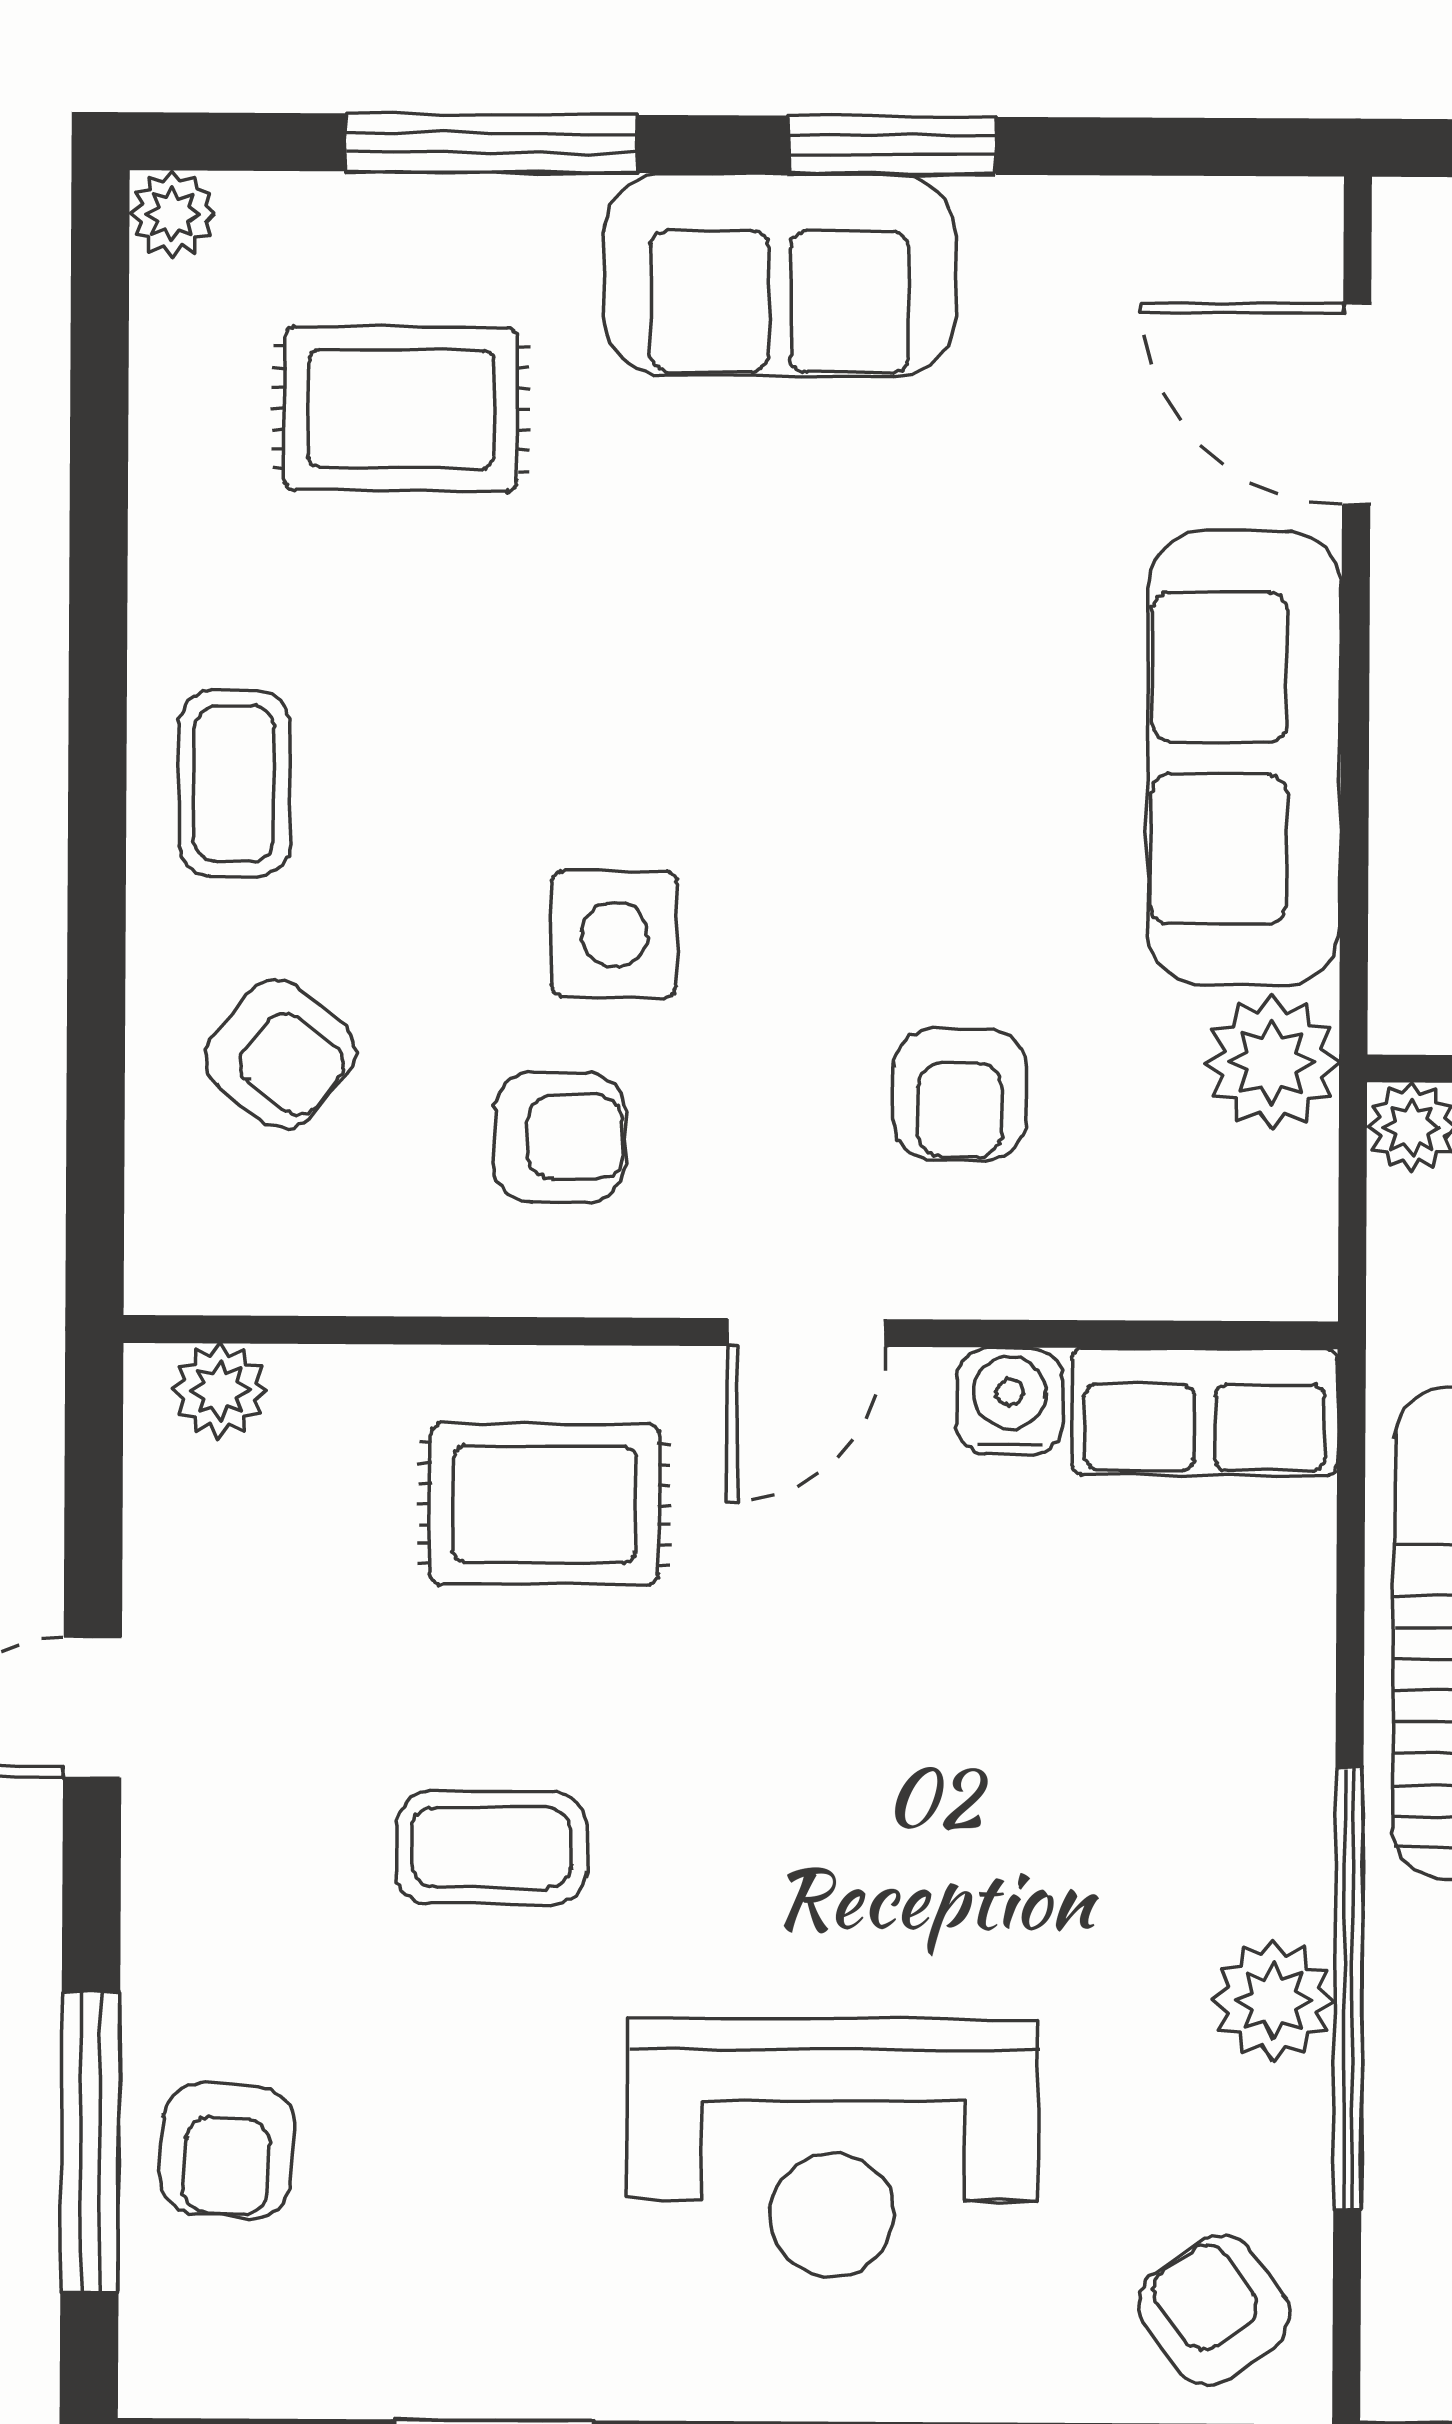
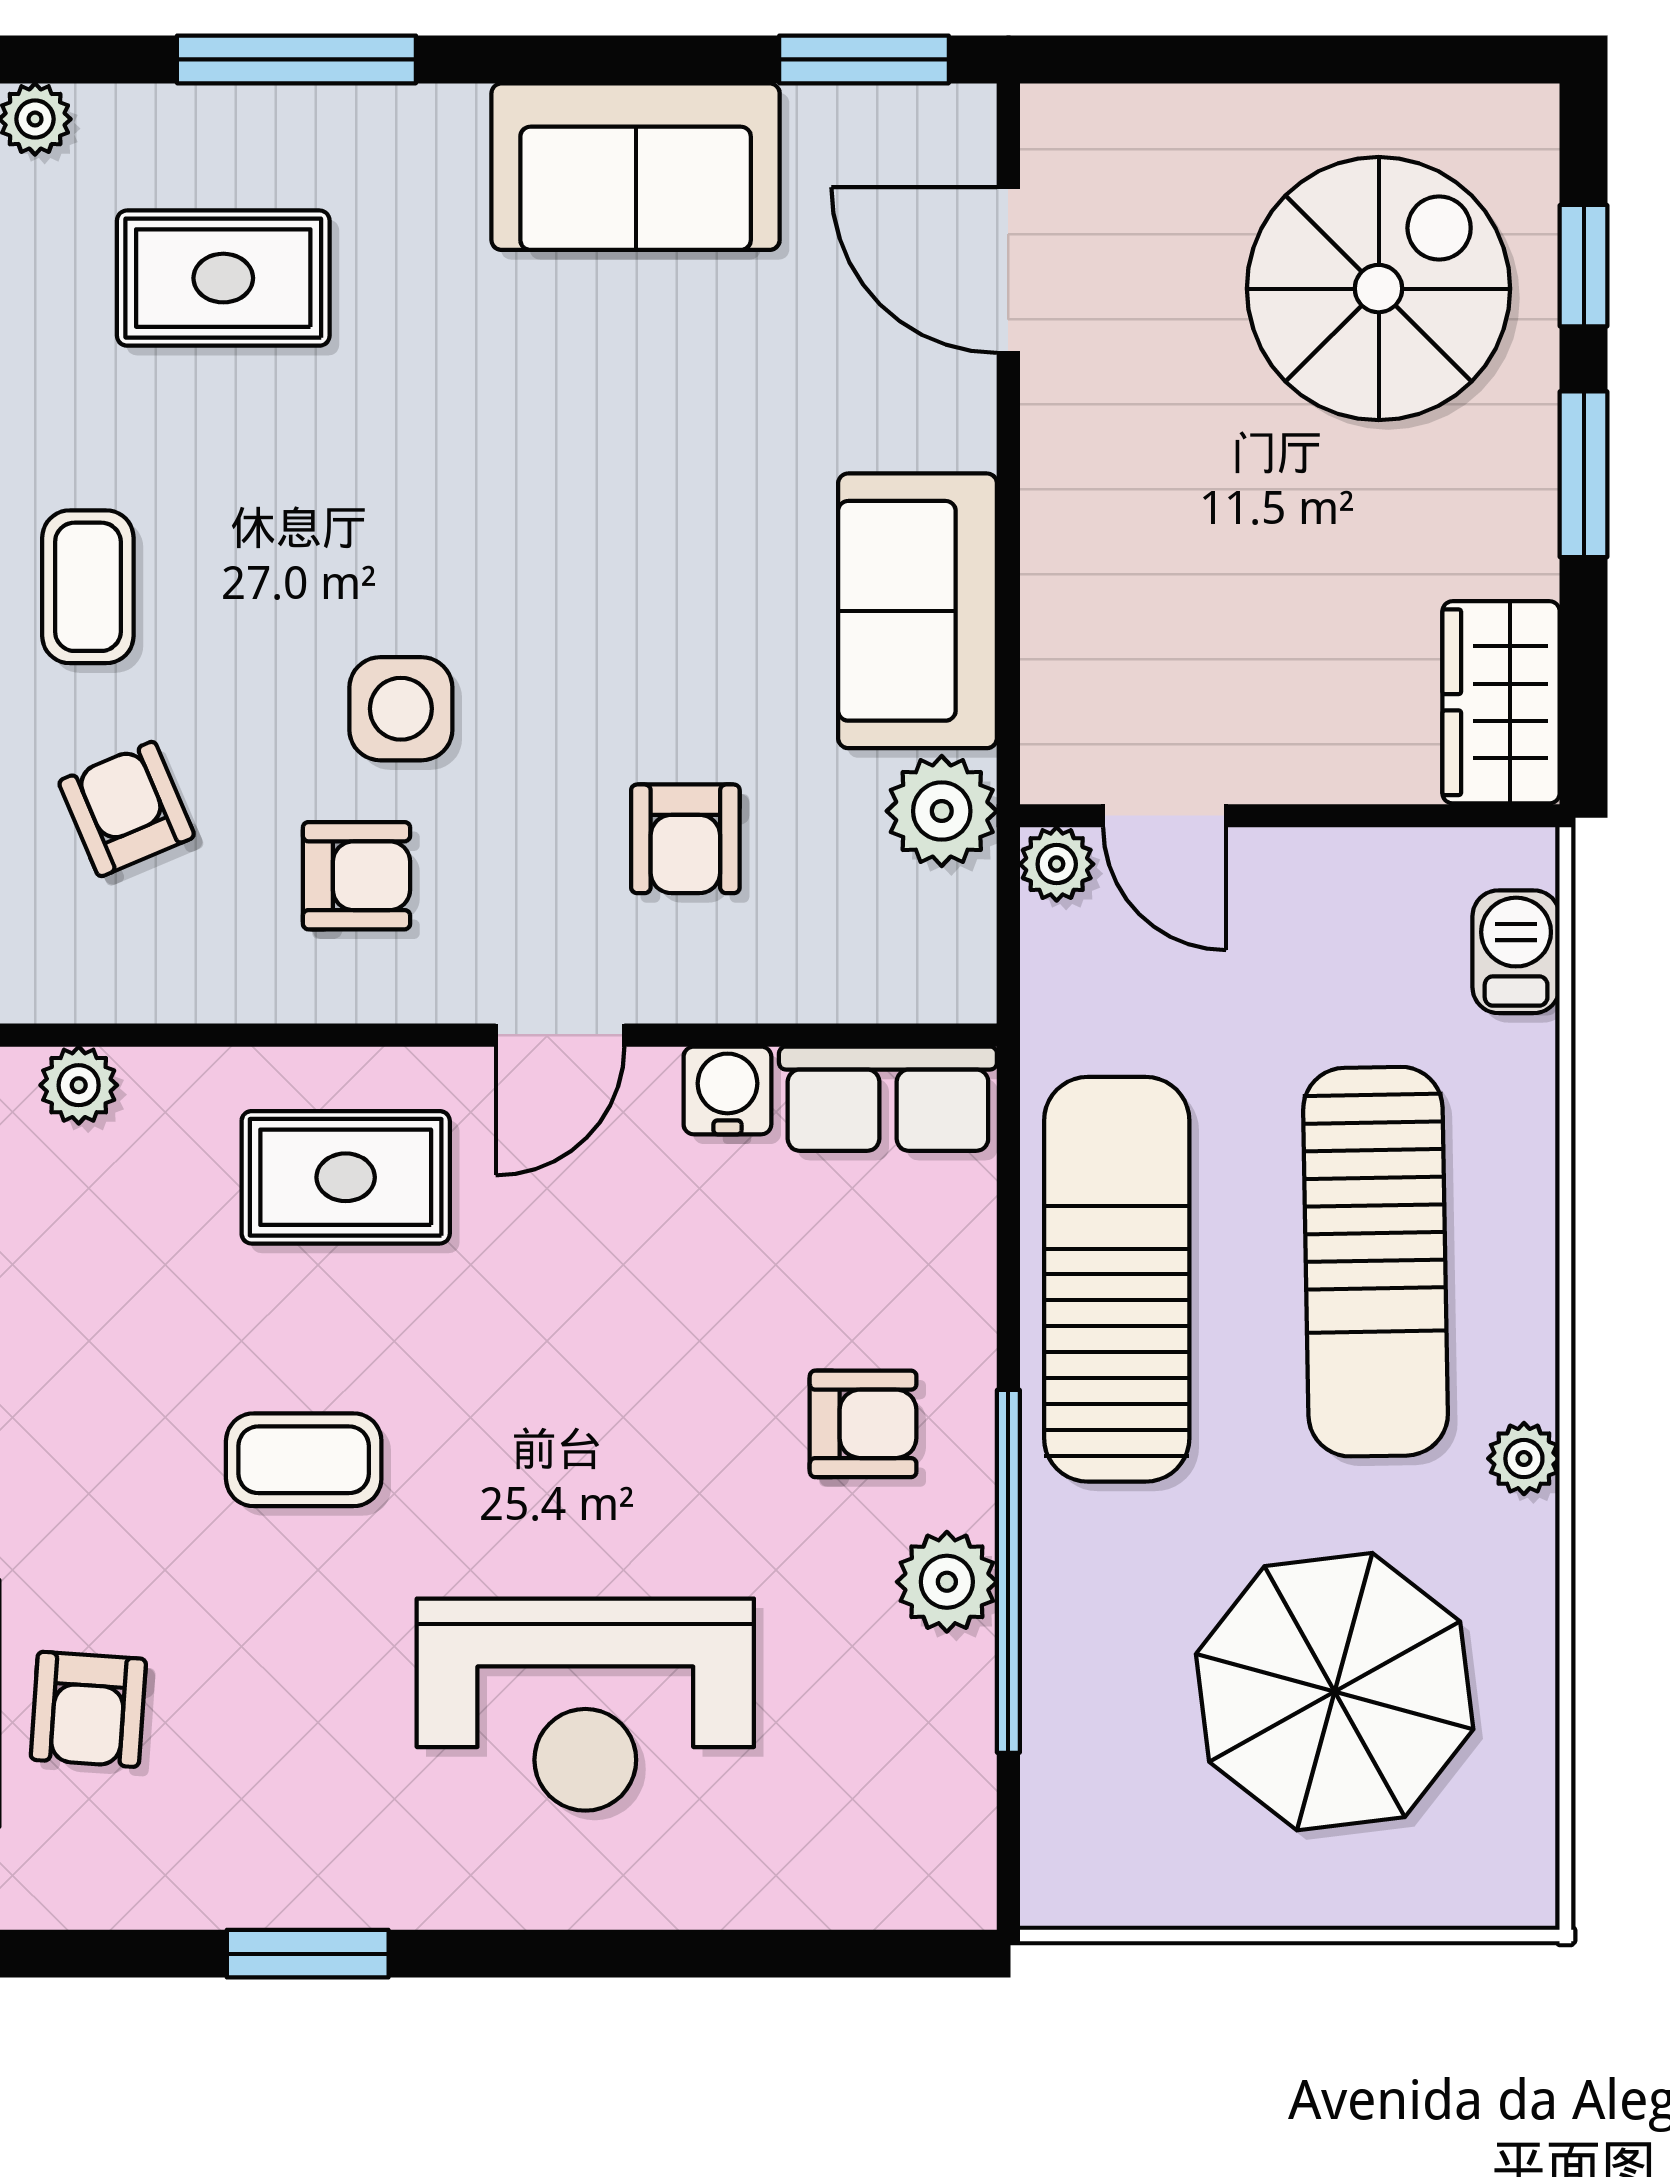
window: (892, 145) -> (864, 59), moved
sofa: (780, 275) -> (636, 167), moved
sofa: (1244, 758) -> (918, 611), width x0.73
armchair: (280, 1055) -> (127, 809), turned -152
armchair: (1214, 2310) -> (863, 1424), moved, turned 126

